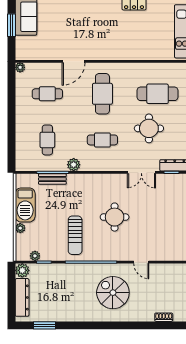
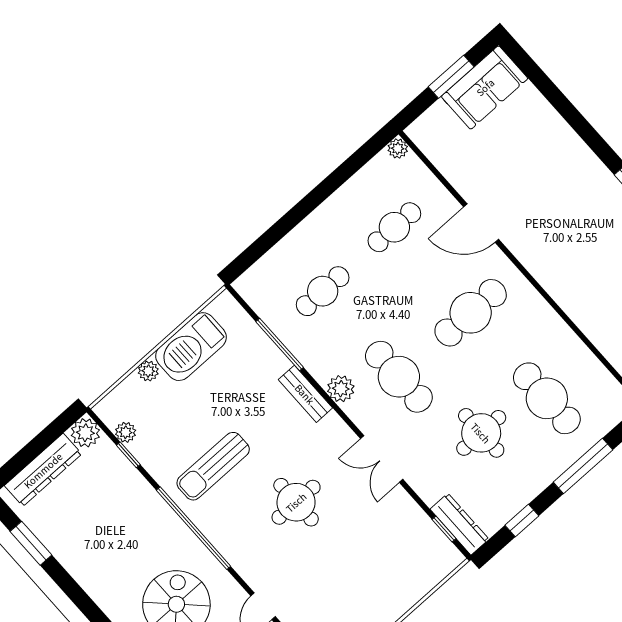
cafe table: (47, 94) -> (394, 227), turned 90
cafe table: (102, 140) -> (399, 377), width x1.37, depth x1.35
plant: (74, 165) -> (341, 389), moved
double door: (141, 172) -> (382, 459), moved
bench: (52, 179) -> (305, 394), moved

